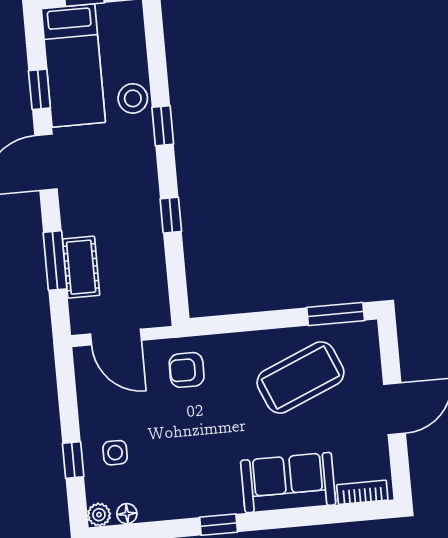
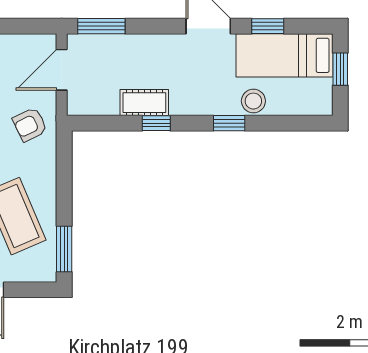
window: (55, 261) -> (101, 26), moved
cot: (81, 267) -> (144, 103), moved
armchair: (187, 370) -> (30, 125), turned -116

